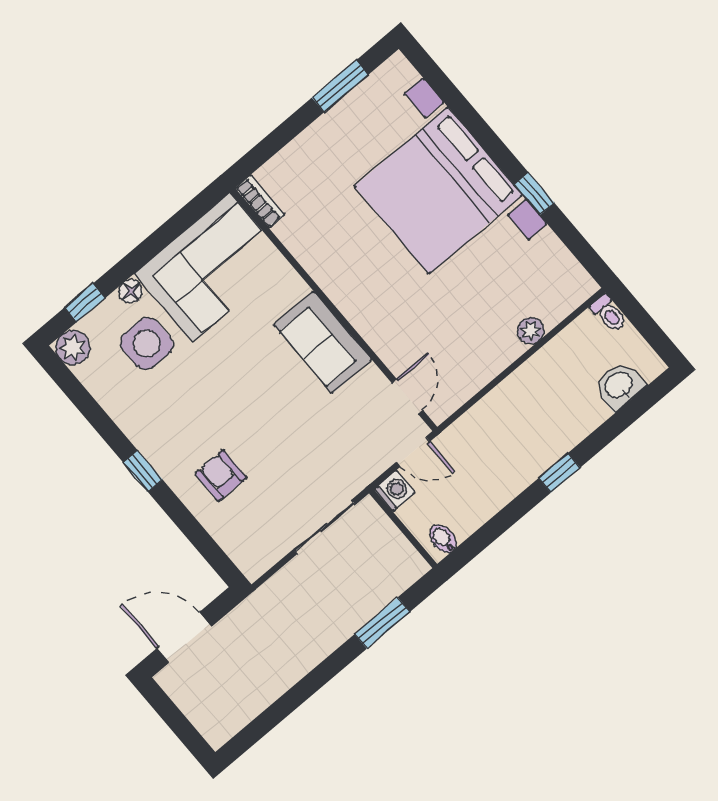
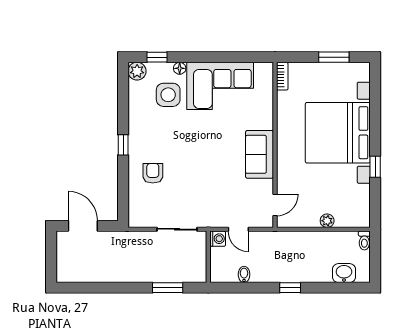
bookcase: (260, 201) -> (282, 76), moved
wall: (334, 310) -> (275, 145), moved
sofa: (323, 342) -> (260, 154), moved
door: (407, 396) -> (275, 205), moved
bidet: (443, 539) -> (244, 274), moved

